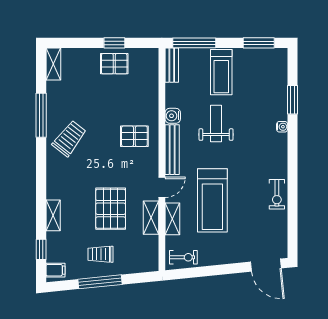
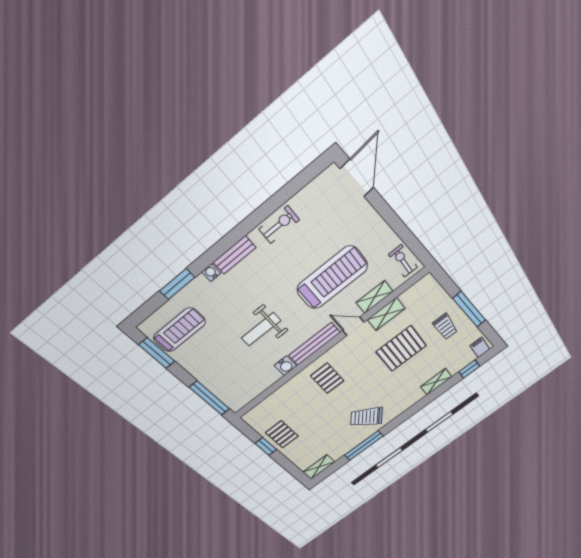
bench: (172, 65) -> (235, 255), moved
treadmill: (221, 72) -> (180, 330), moved

